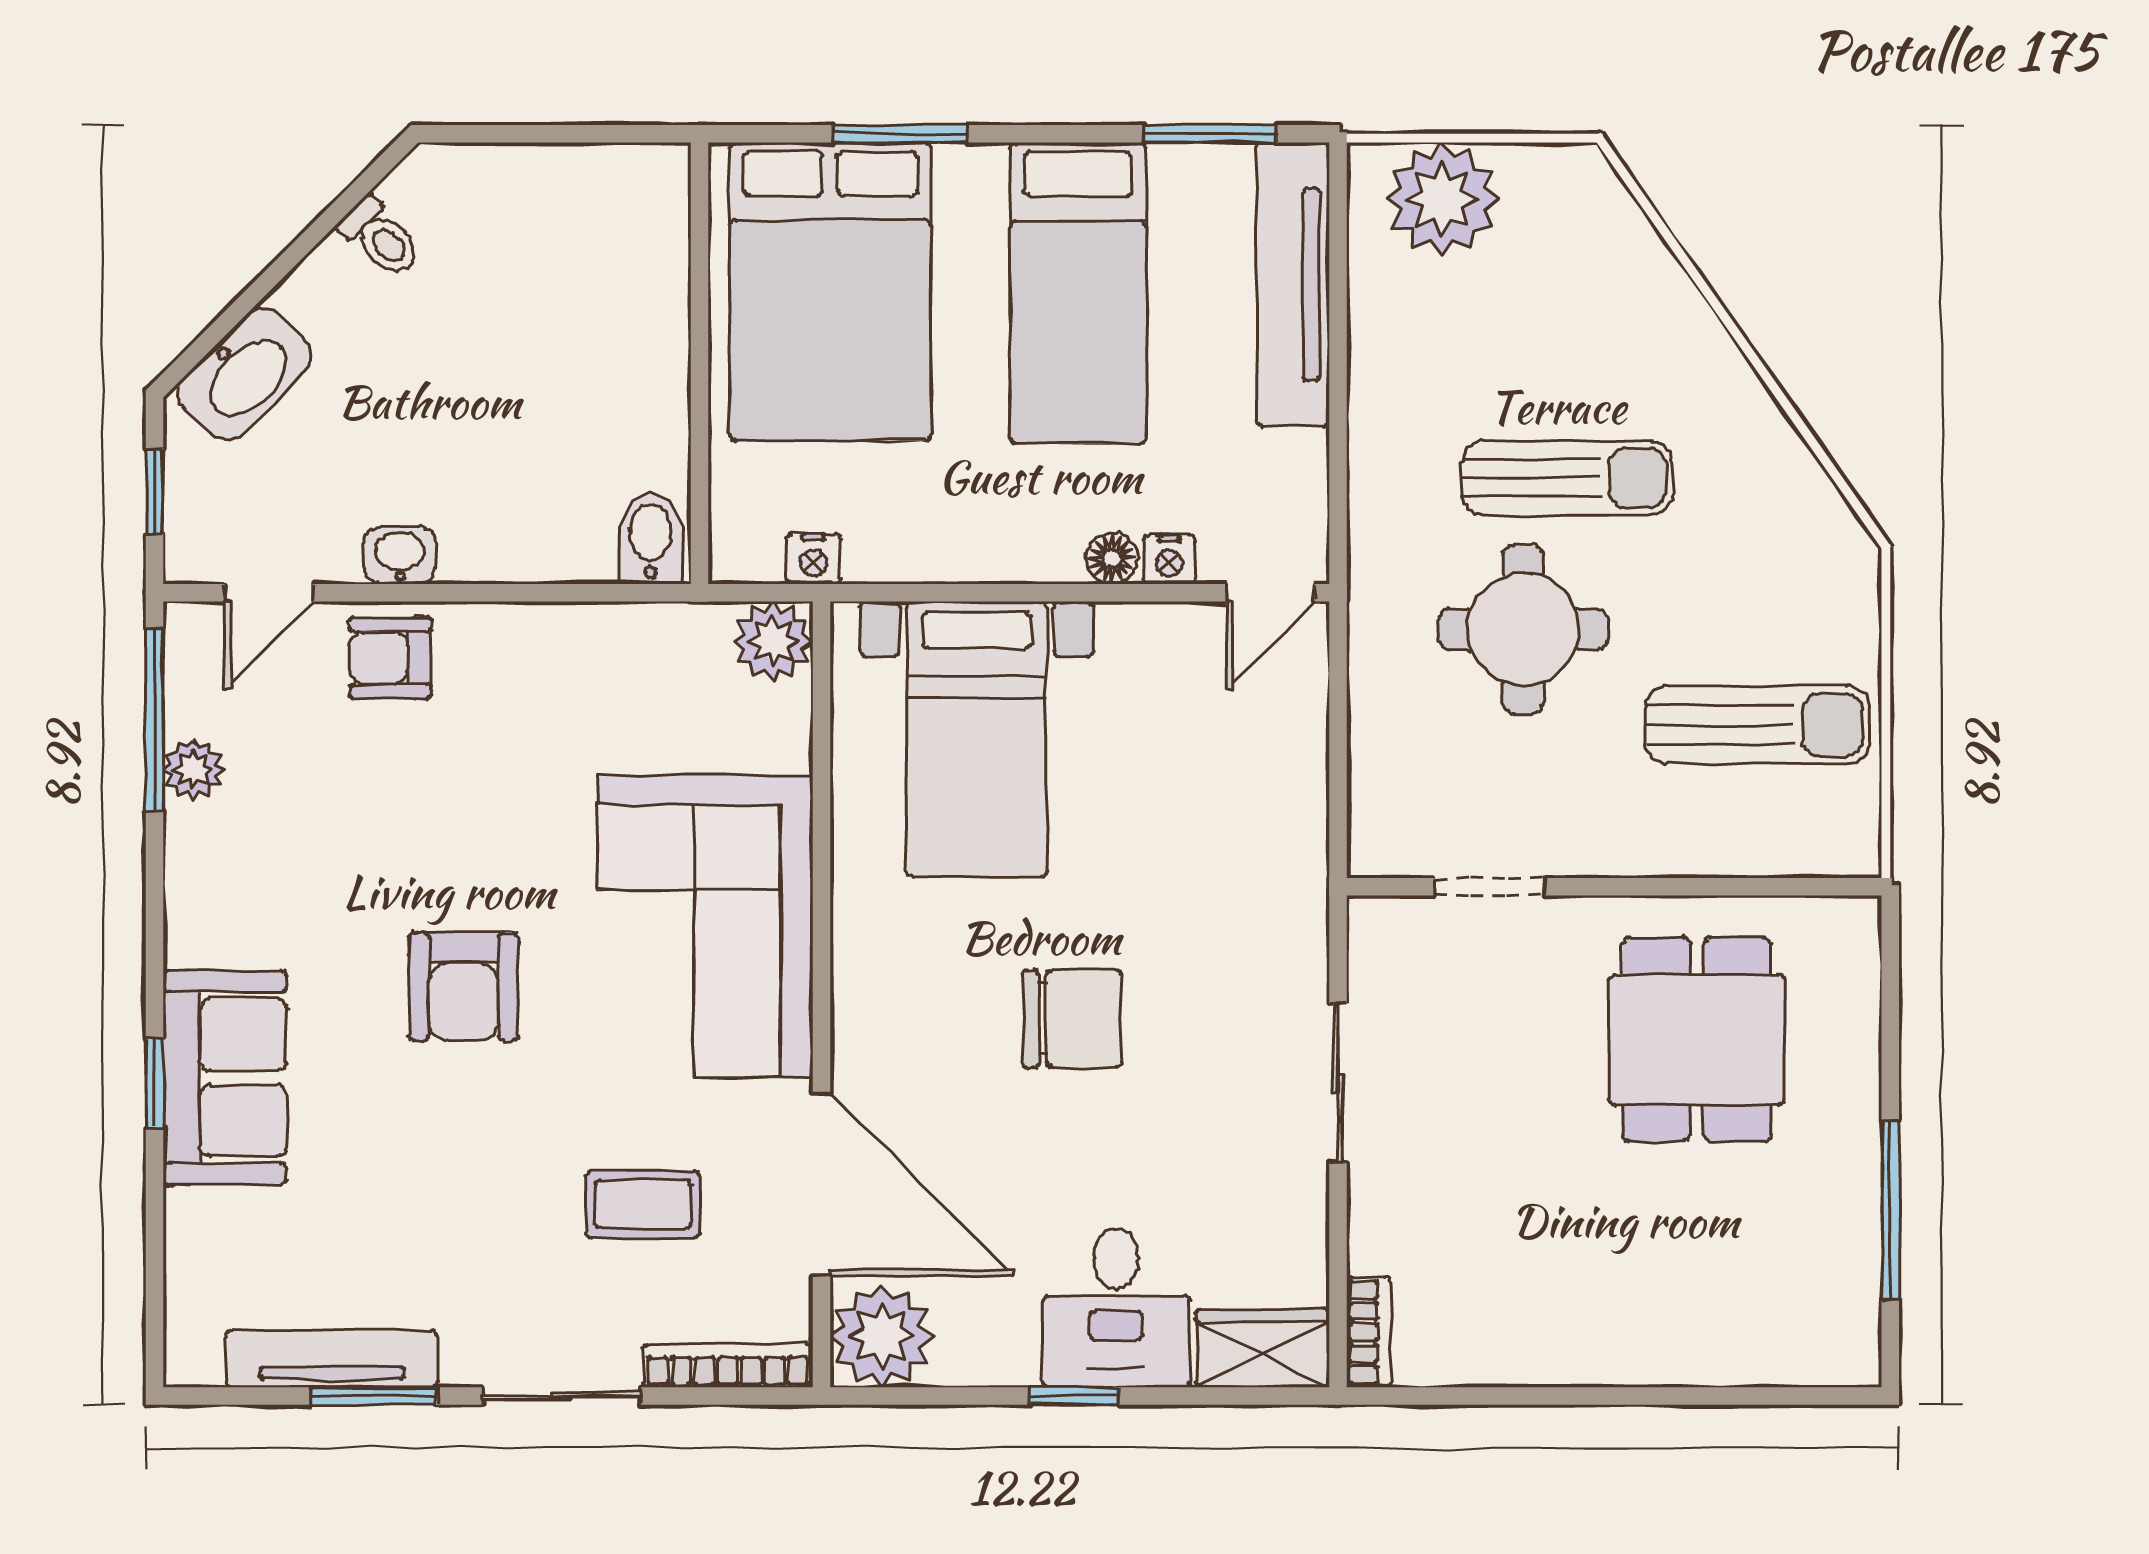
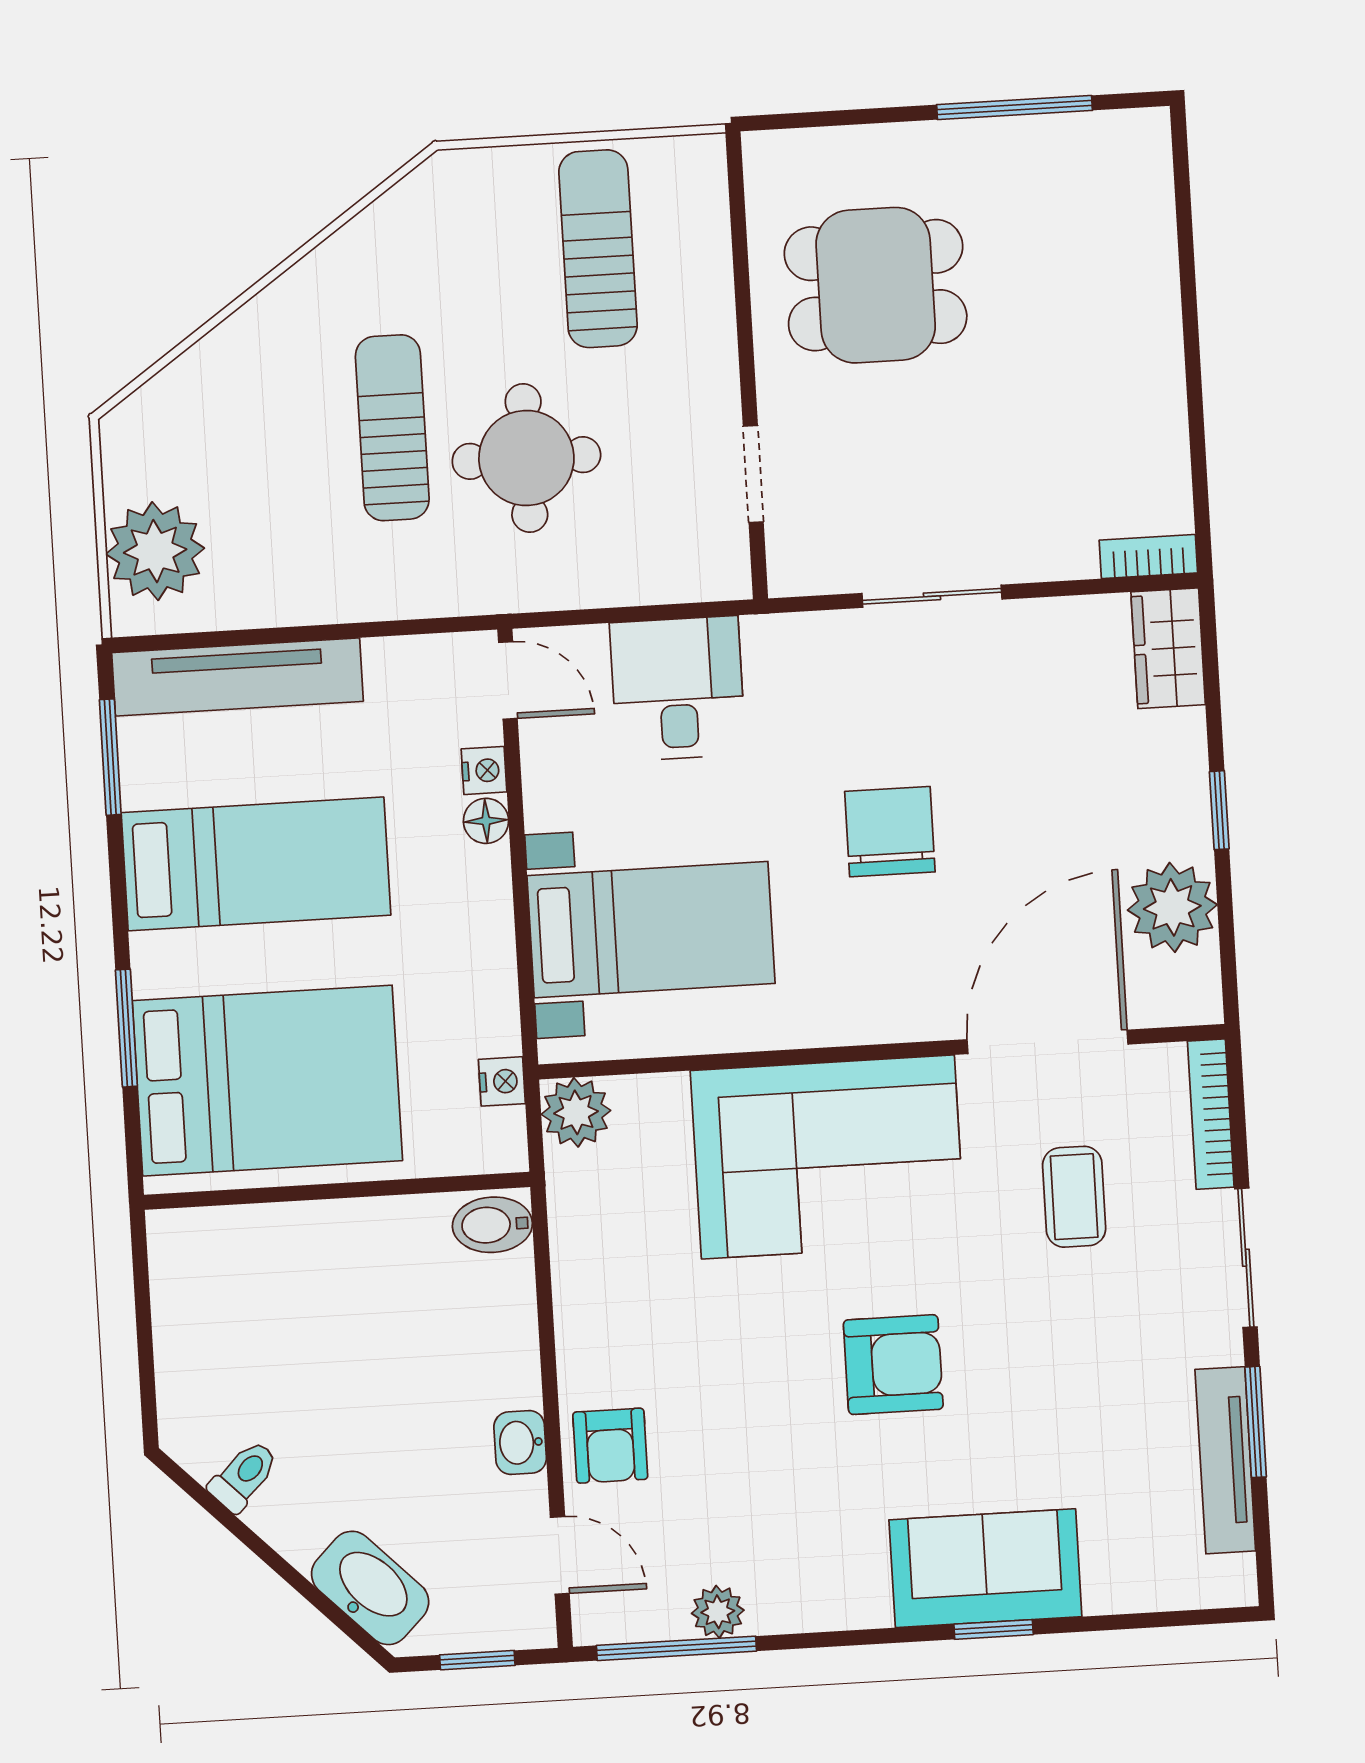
desk: (1116, 1308) -> (678, 689), moved, turned -90
plant: (882, 1336) -> (1172, 907), moved

